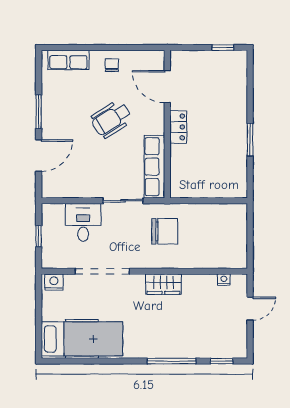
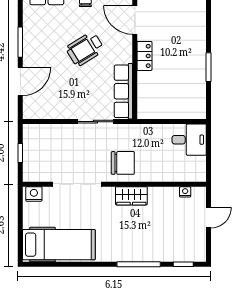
desk: (83, 222) -> (189, 140), moved, turned 90
chair: (165, 231) -> (123, 163), moved

